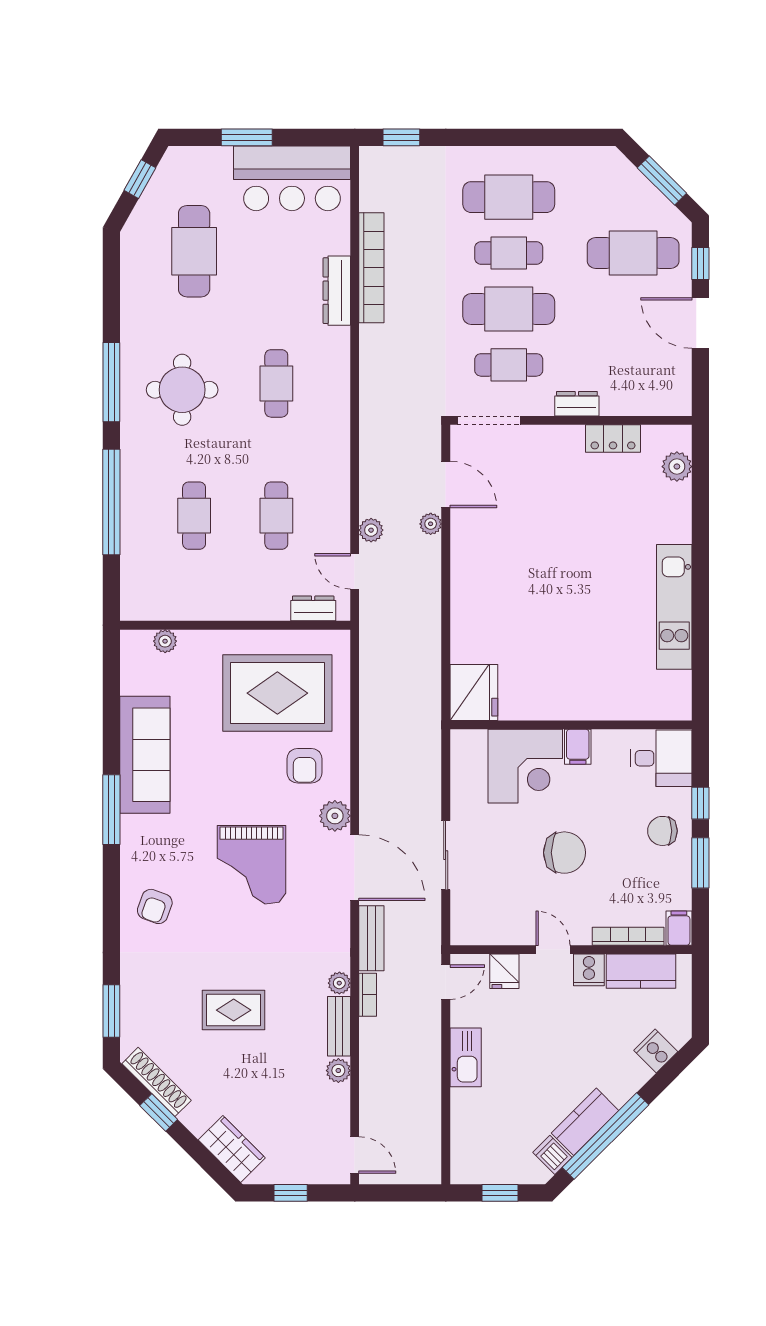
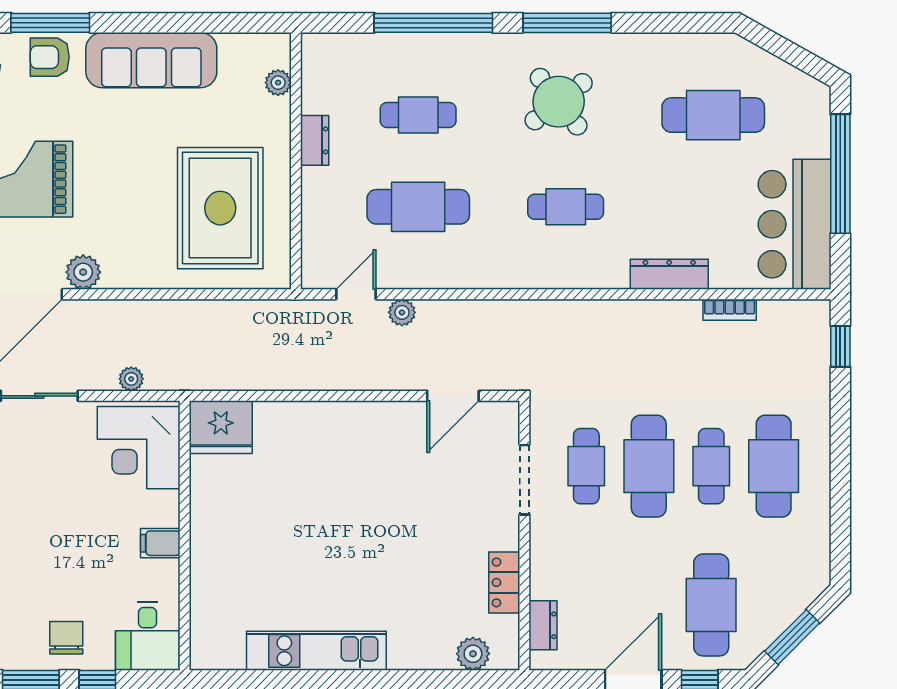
window: (247, 137) -> (840, 174), width x2.11
window: (140, 179) -> (794, 55), removed
bookcase: (371, 268) -> (730, 310), width x0.43, depth x0.76
round table: (182, 390) -> (559, 102), turned -38
dresser: (577, 404) -> (543, 625), moved
doorway: (489, 420) -> (524, 480), moved
cafe table: (276, 516) -> (418, 207), width x1.37, depth x1.35
plant: (431, 524) -> (131, 379), moved
dresser: (313, 608) -> (315, 140), moved
armchair: (305, 766) -> (50, 57), moved
corner desk: (525, 766) -> (139, 448), moved
window: (111, 810) -> (50, 23), moved
chair: (564, 853) -> (42, 528), removed

